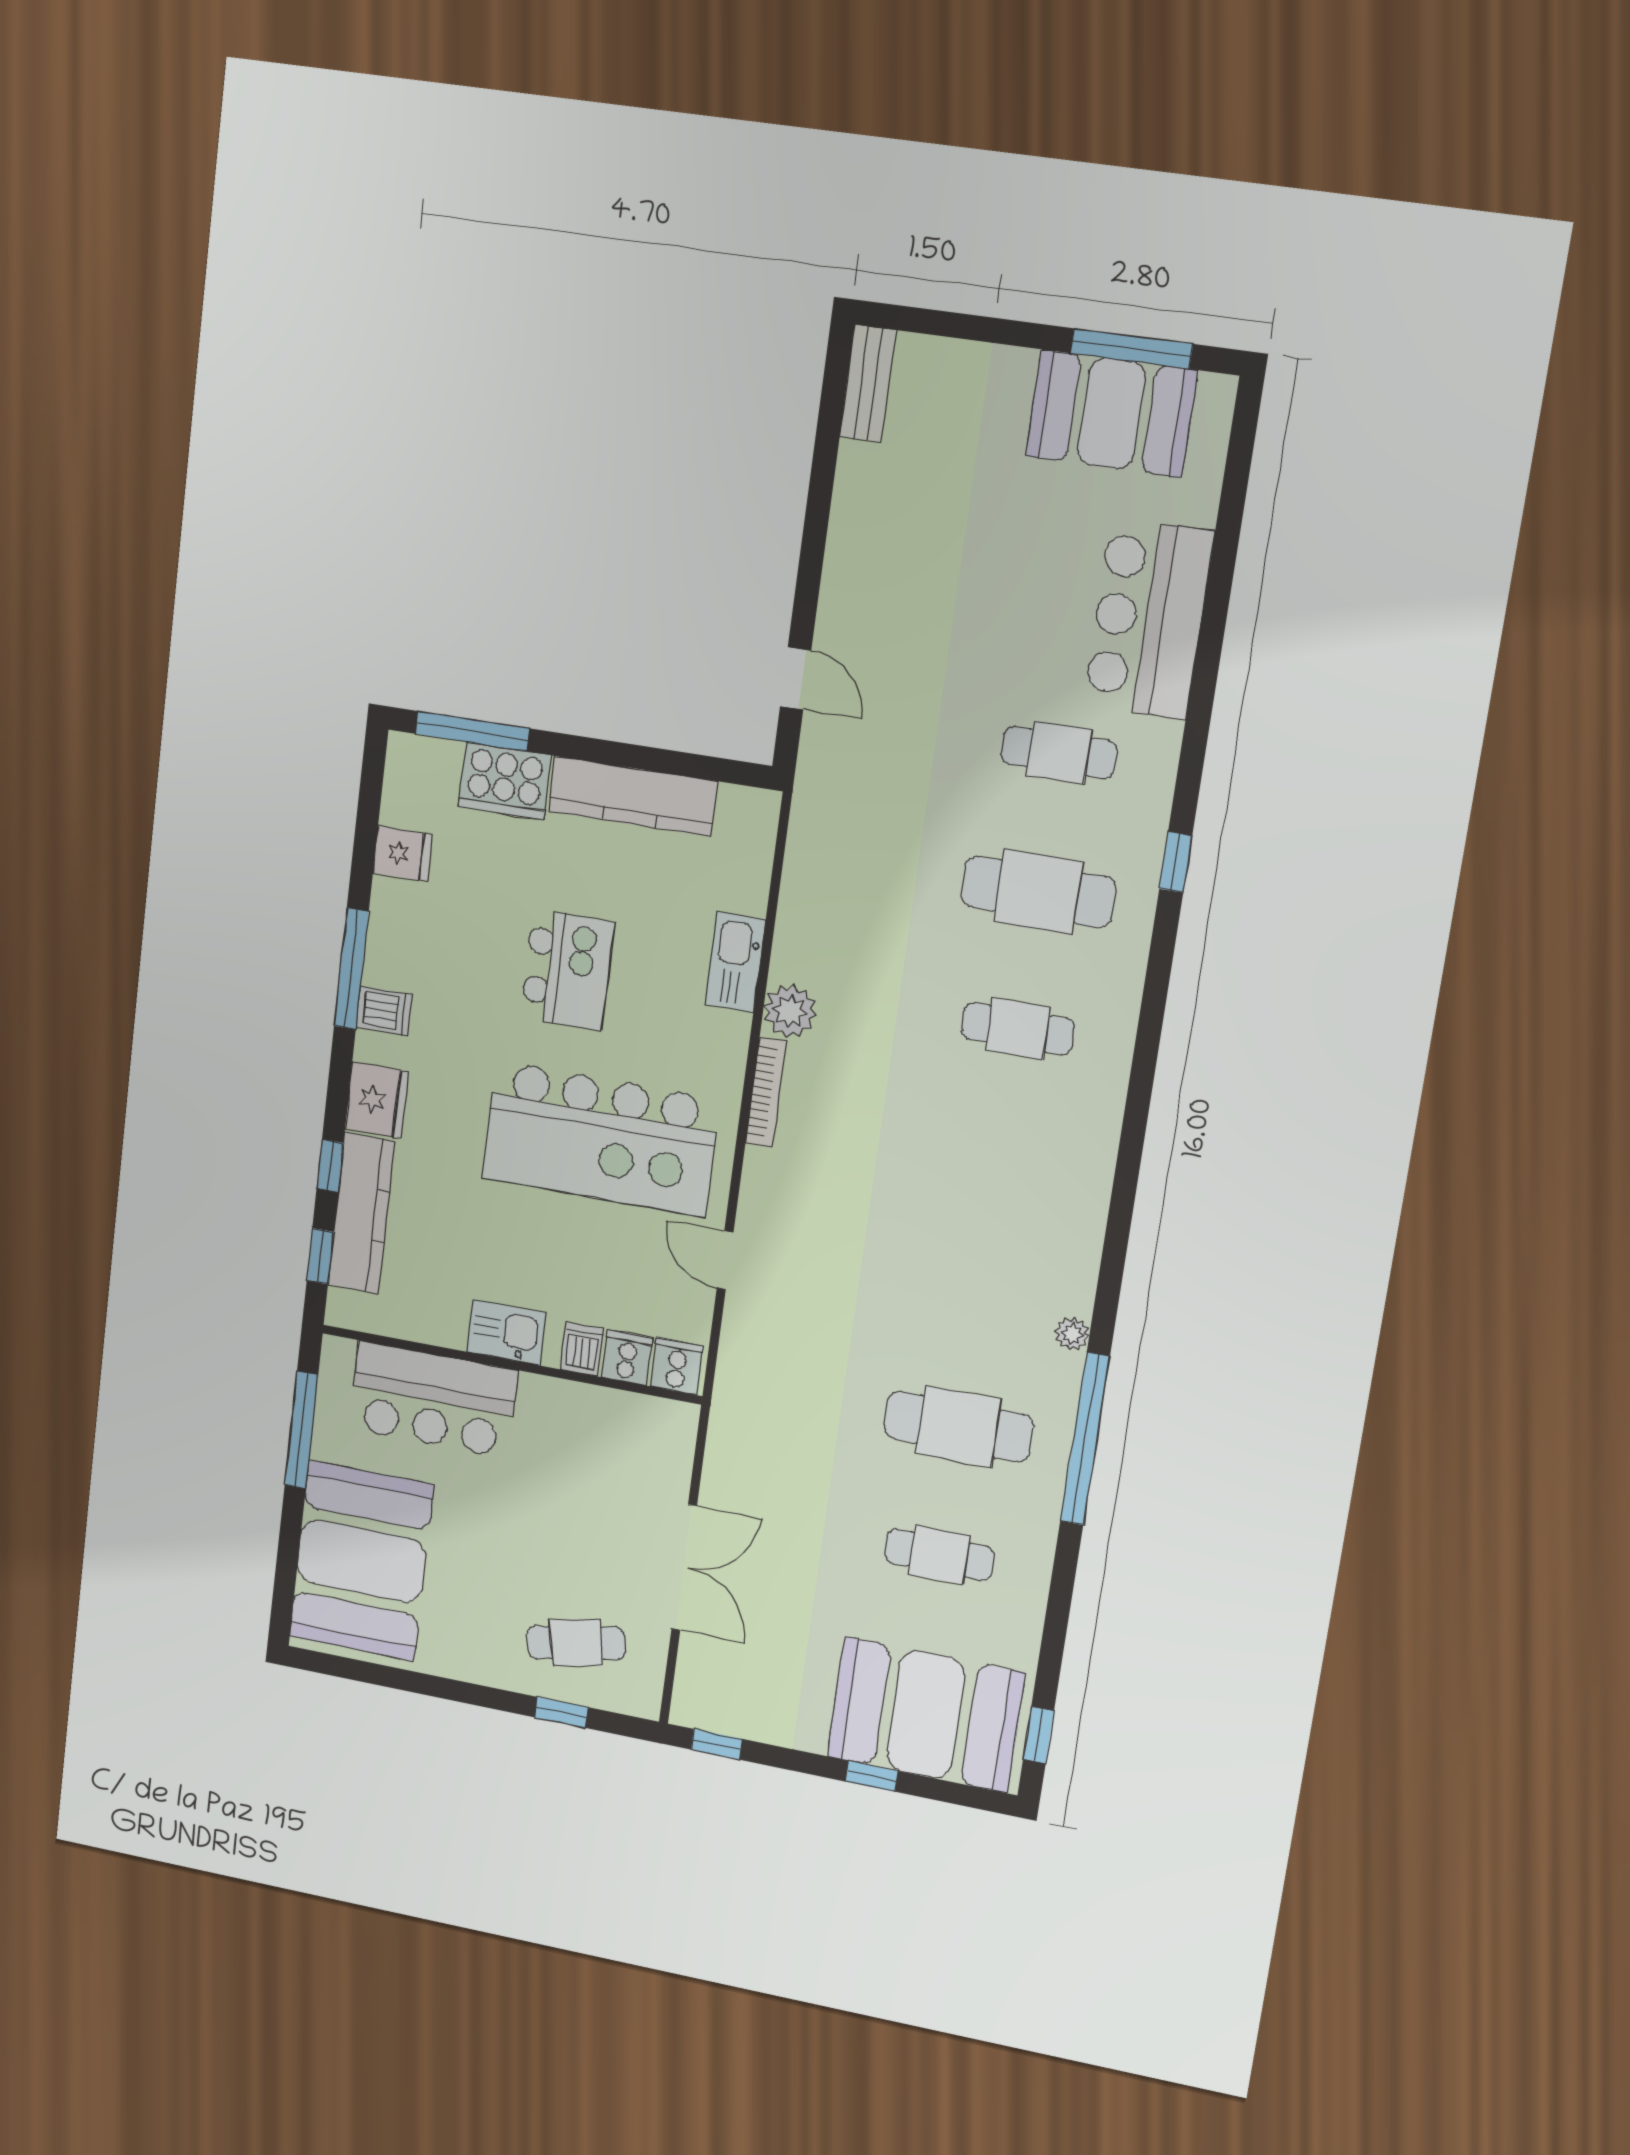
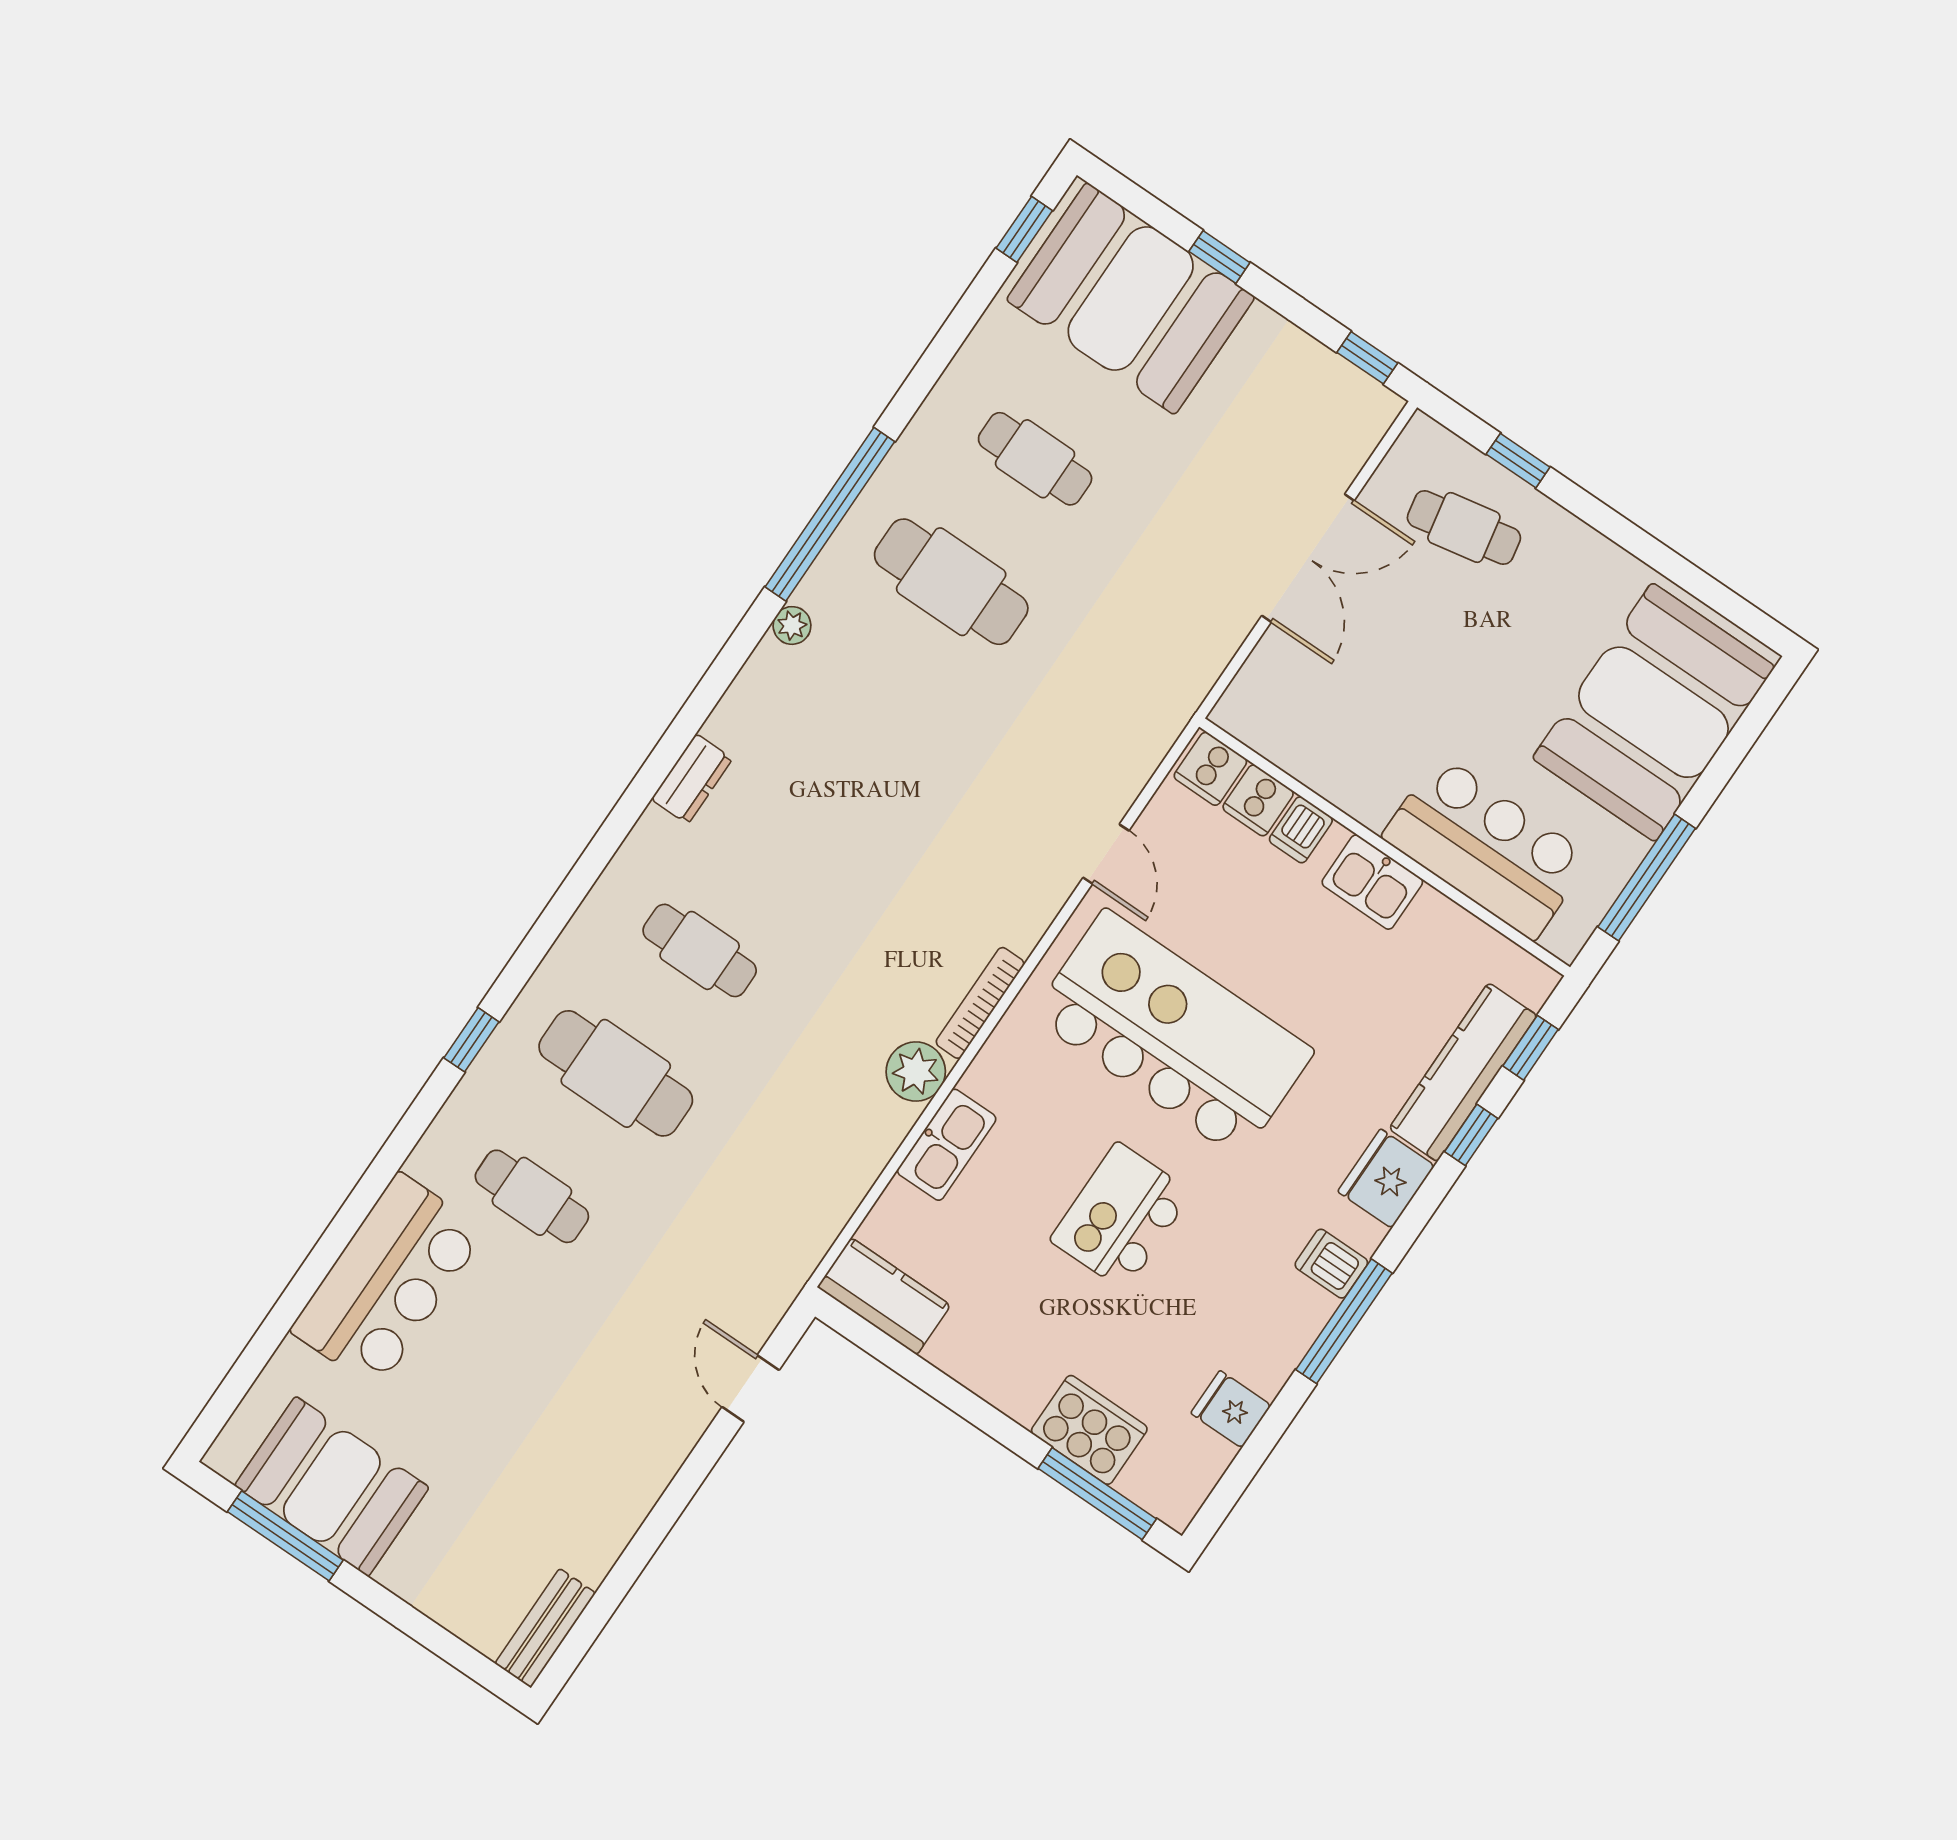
kitchen counter: (633, 796) -> (884, 1296), moved, width x0.67
dresser: (1094, 1170) -> (692, 779), added
double door: (684, 1567) -> (1308, 558), swing flipped

